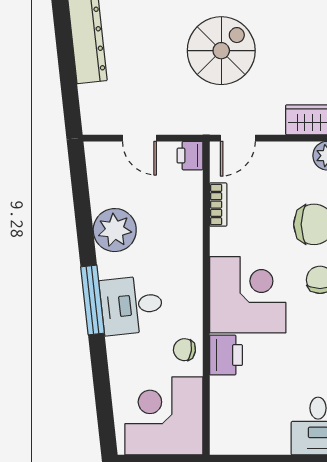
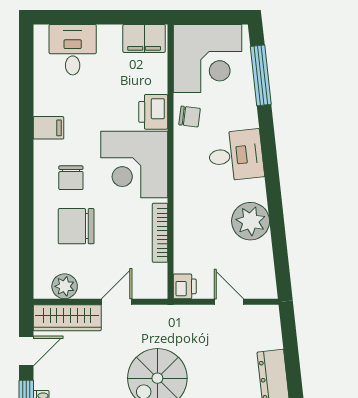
door: (238, 138) -> (117, 302), moved
bookcase: (218, 205) -> (160, 233), width x1.56
window: (93, 300) -> (261, 75), moved
filing cabinet: (236, 439) -> (144, 38), added

